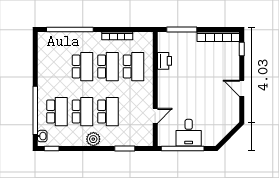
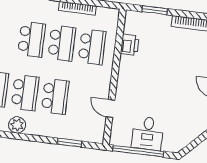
window: (182, 30) -> (155, 10), width x0.69
door: (155, 116) -> (110, 108), swing flipped
plant: (93, 139) -> (17, 125), moved

